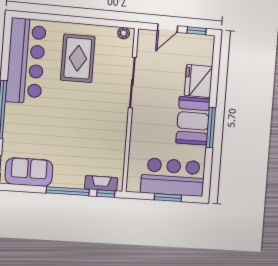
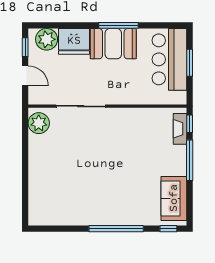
plant: (124, 33) -> (39, 123), width x1.87, depth x1.87
plant: (203, 53) -> (47, 39), added
rug: (78, 58) -> (62, 160), removed
bar counter: (26, 61) -> (68, 209), removed

